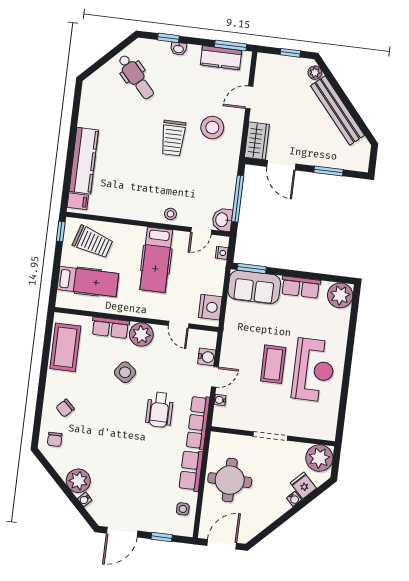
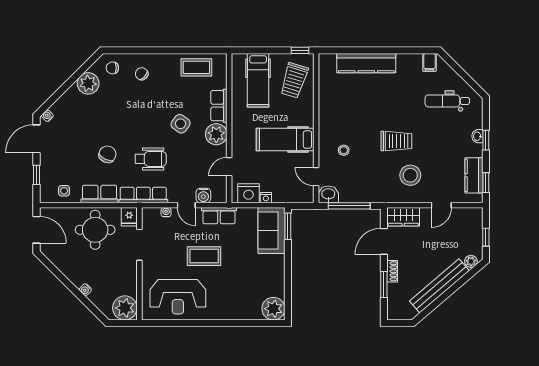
window: (168, 38) -> (486, 140), moved
window: (231, 46) -> (486, 183), width x0.67
dental chair: (136, 77) -> (447, 101), turned 42
door: (249, 97) -> (441, 205), swing flipped
trolley: (173, 138) -> (396, 141), turned 180
shoe rack: (315, 160) -> (392, 271), added
filing cabinet: (78, 201) -> (430, 62), moved
stool: (170, 214) -> (344, 150), moved
nightstand: (222, 253) -> (266, 198), moved
row of seats: (301, 287) -> (219, 216), moved, turned -90
coffee table: (65, 347) -> (196, 67), width x0.73, depth x0.76
reception desk: (314, 370) -> (178, 297), moved
wheelchair: (160, 410) -> (151, 159), turned 180
doorway: (270, 436) -> (139, 245), moved
chair: (149, 456) -> (107, 154), added
plant: (78, 481) -> (88, 83), moved
fridge: (303, 485) -> (129, 217), moved, turned 135
water cooler: (85, 499) -> (47, 116), moved
door: (122, 532) -> (36, 139), hinge flipped

